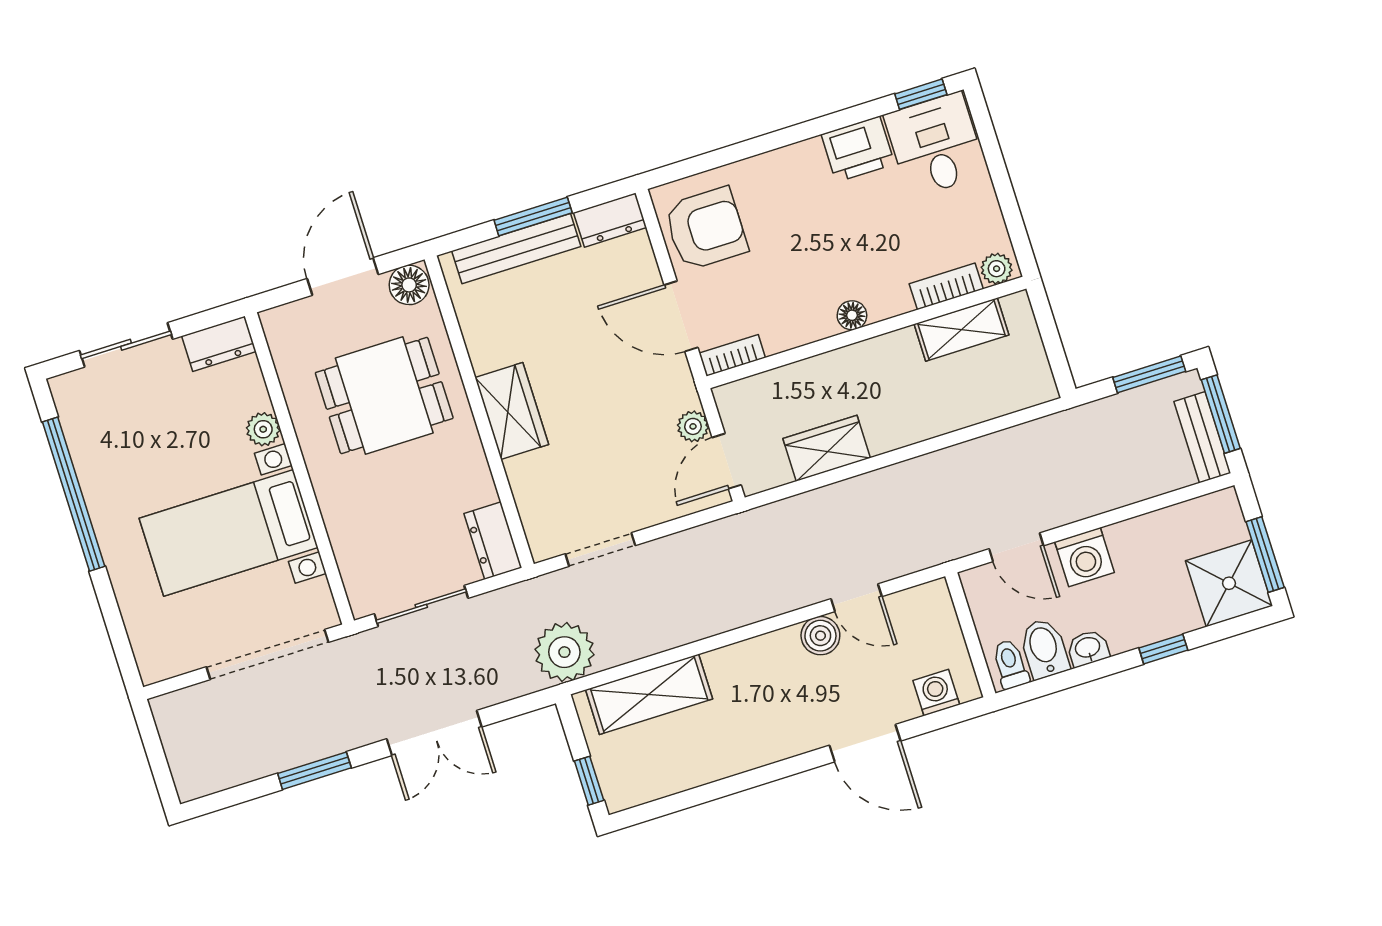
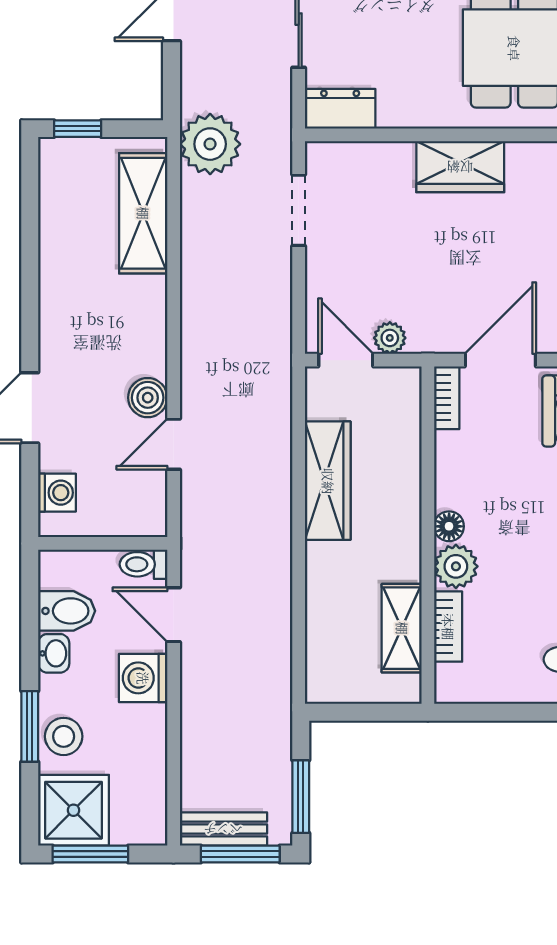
plant: (997, 269) -> (456, 566), moved, width x1.38, depth x1.38
wardrobe: (827, 448) -> (328, 481), width x1.50
door: (1016, 547) -> (174, 615), hinge flipped
stool: (1163, 614) -> (64, 736), added
window: (1163, 649) -> (30, 726), width x1.50
toilet: (1010, 664) -> (143, 564), moved, turned 180

